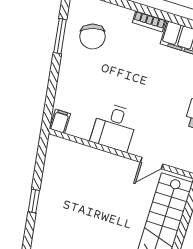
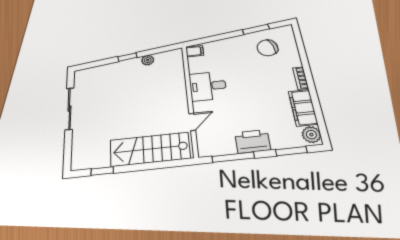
door: (152, 163) -> (192, 122), swing flipped
plant: (49, 180) -> (148, 60), added

